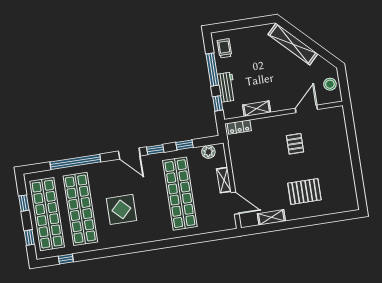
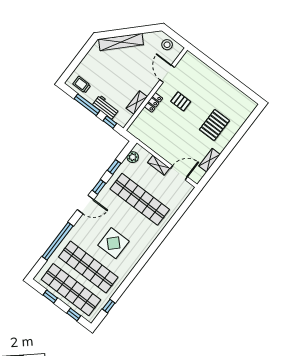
locker: (239, 127) -> (153, 102), moved

